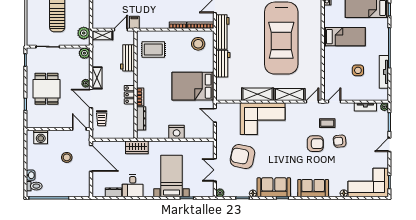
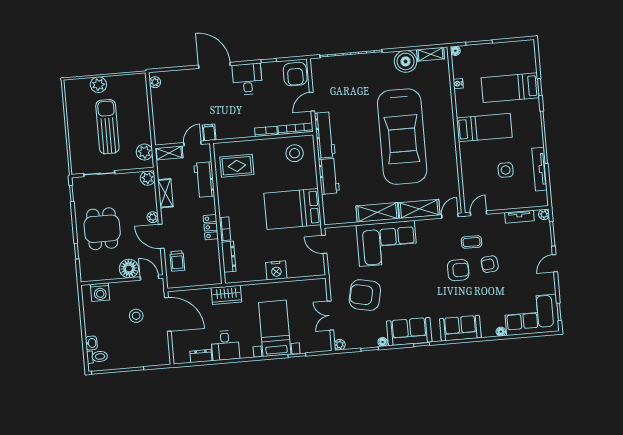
shelving: (97, 78) -> (165, 193), moved
floor lamp: (64, 121) -> (129, 269), added

